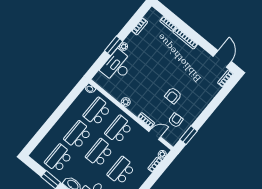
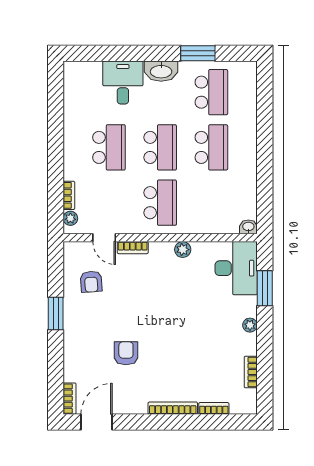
window: (114, 46) -> (265, 288), moved
door: (222, 59) -> (97, 422), swing flipped
desk: (117, 66) -> (236, 268), moved
armchair: (173, 95) -> (126, 353), moved
school desk: (97, 112) -> (211, 203), removed
door: (155, 134) -> (104, 238), hinge flipped
window: (189, 135) -> (56, 313), moved

